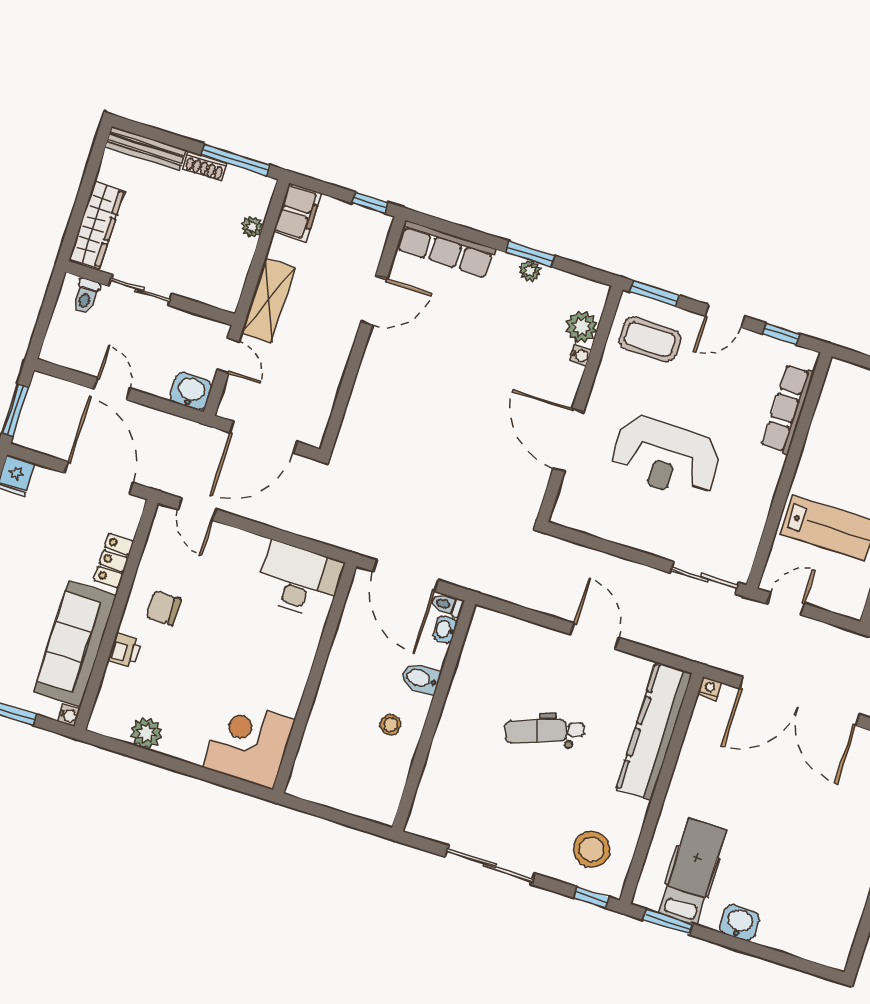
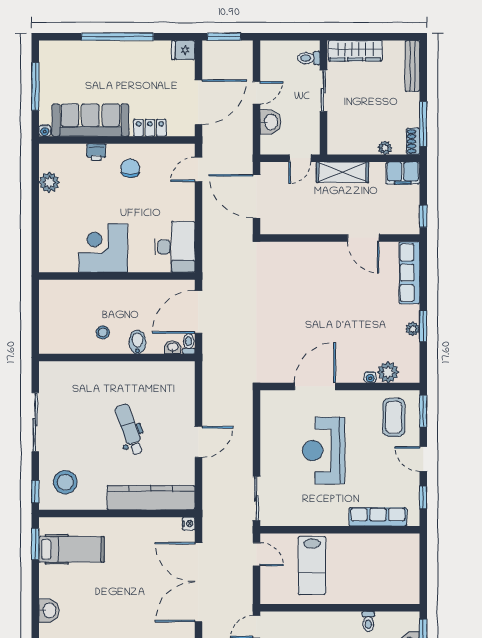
shoe rack: (205, 166) -> (413, 141), moved
washbasin: (191, 391) -> (270, 122), moved
corner desk: (249, 743) -> (103, 248), moved, turned -90
washbasin: (739, 923) -> (49, 610), moved

